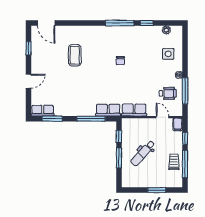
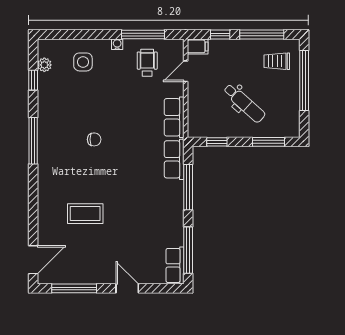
window: (147, 23) -> (33, 80), moved
window: (29, 48) -> (74, 288), width x2.17
window: (52, 119) -> (188, 250), width x1.44
window: (119, 158) -> (268, 142), moved
trolley: (174, 162) -> (277, 61), moved
window: (157, 190) -> (304, 81), width x2.11

